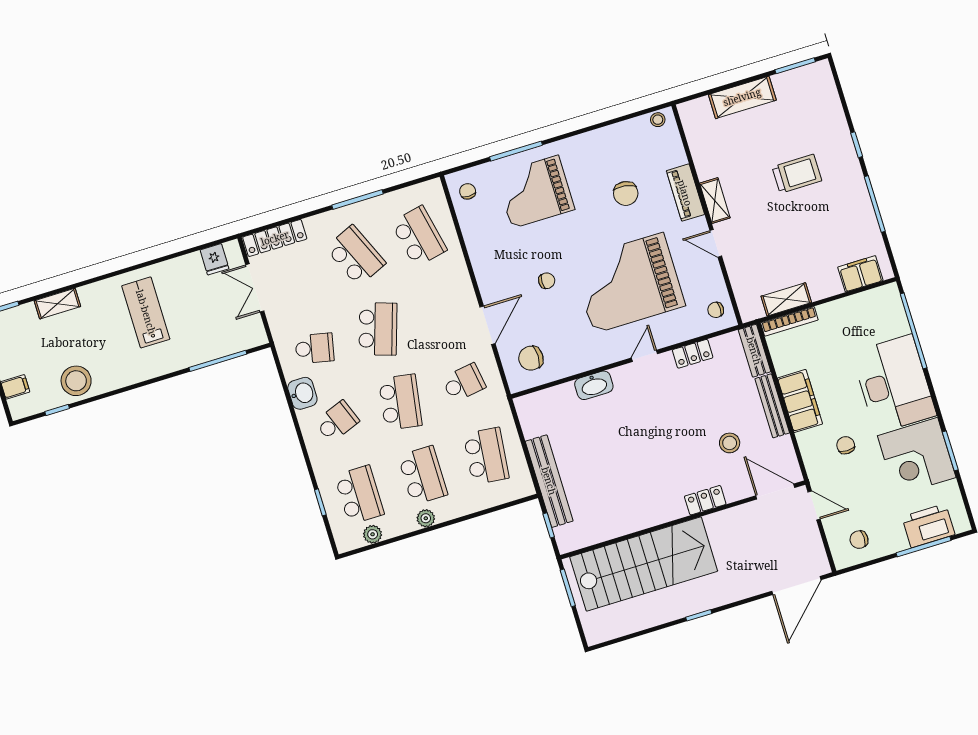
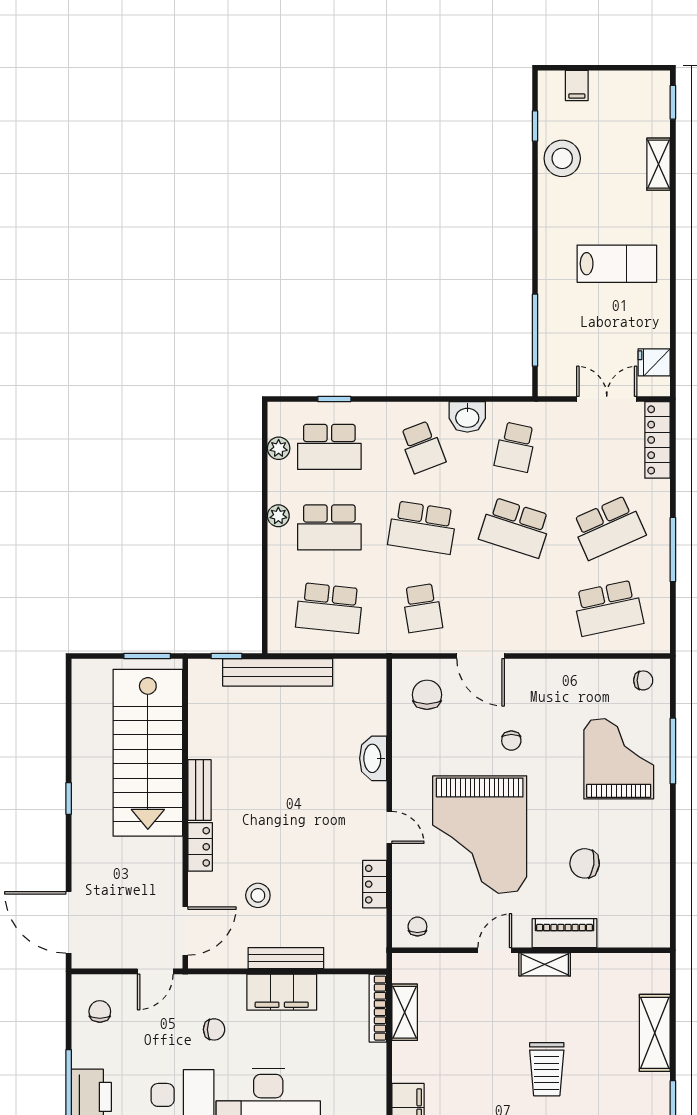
stool: (658, 120) -> (659, 927), removed
grand piano: (628, 283) -> (480, 835), turned 180
bench: (754, 351) -> (200, 790), moved, turned 90

